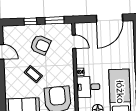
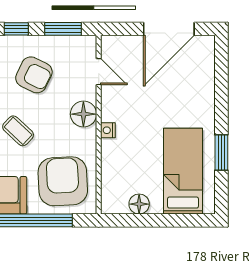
floor lamp: (67, 64) -> (83, 114), added
desk: (88, 87) -> (123, 160), removed

